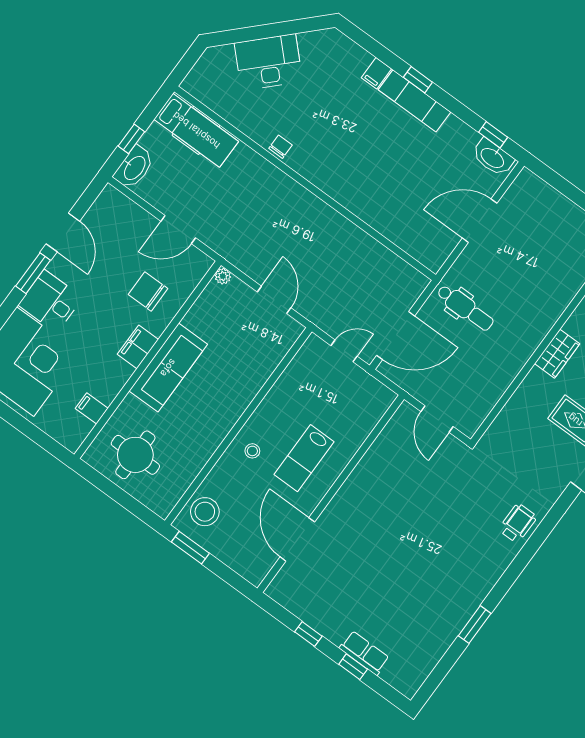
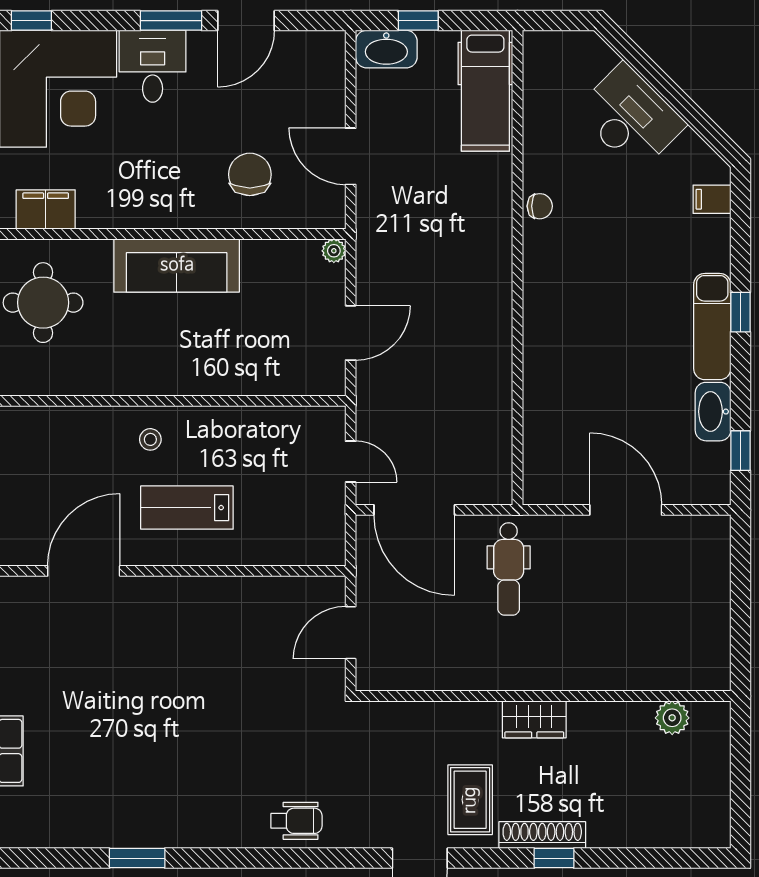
filing cabinet: (376, 73) -> (712, 199), moved
washbasin: (493, 157) -> (713, 412), moved
filing cabinet: (138, 347) -> (175, 211), removed
filing cabinet: (92, 408) -> (46, 209), width x2.00
stool: (205, 512) -> (36, 436), removed

